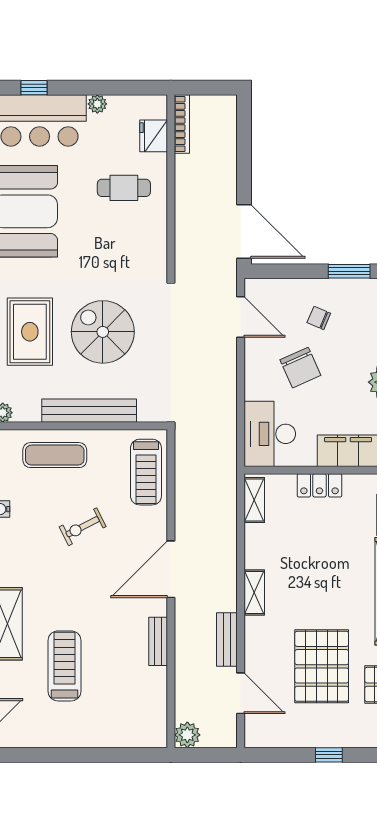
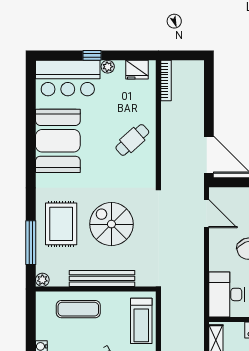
window: (34, 88) -> (92, 55), moved
fridge: (154, 136) -> (137, 70), moved, turned -90
cafe table: (124, 188) -> (132, 140), moved, turned -42

